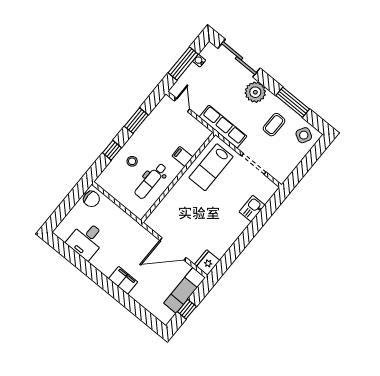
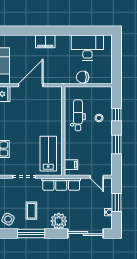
window: (183, 64) -> (117, 203), width x0.69
filing cabinet: (182, 156) -> (71, 165), moved
chair: (91, 199) -> (83, 77), moved
desk: (86, 240) -> (87, 48), width x1.37

